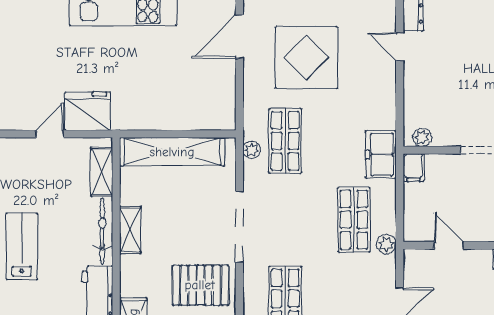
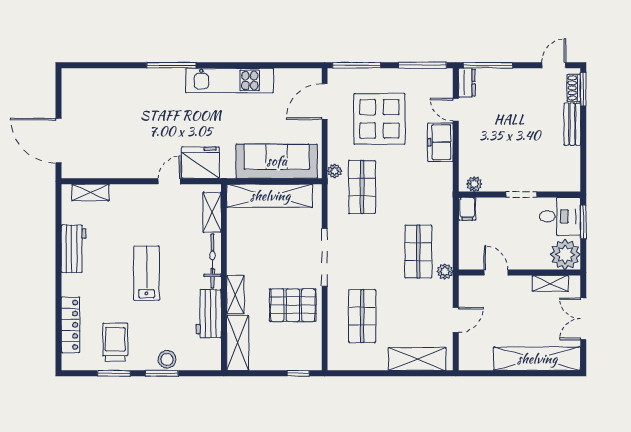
sofa: (181, 109) -> (277, 161), added
plant: (252, 150) -> (335, 171), moved
freezer: (381, 154) -> (440, 142), moved
shelving: (130, 230) -> (235, 295), moved

